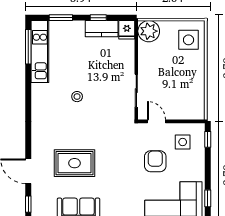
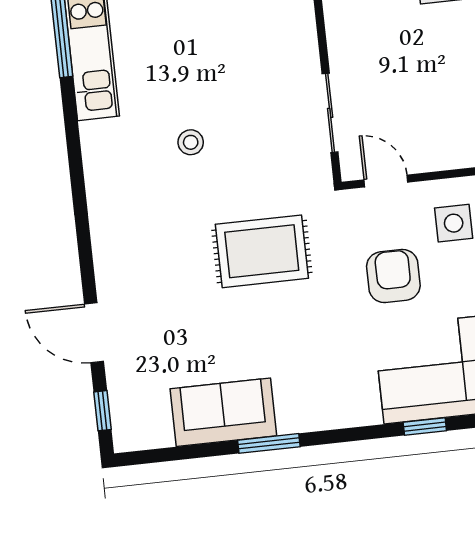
rug: (75, 163) -> (262, 251), moved

